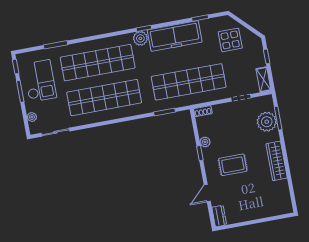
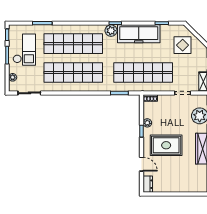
rug: (233, 165) -> (166, 145), width x1.36, depth x1.43
door: (207, 193) -> (142, 164), swing flipped

